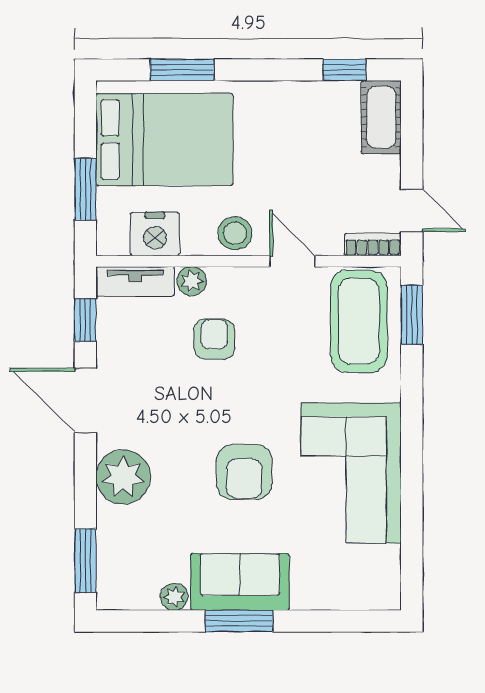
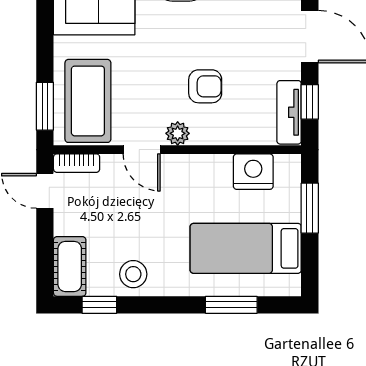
bed: (164, 140) -> (246, 248), width x0.67
stool: (235, 233) -> (133, 274), moved
tv unit: (135, 281) -> (289, 112), moved, turned -90
plant: (192, 281) -> (178, 133), moved
armchair: (214, 339) -> (205, 86), turned -90

